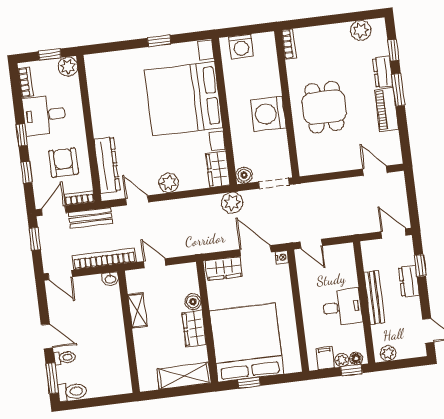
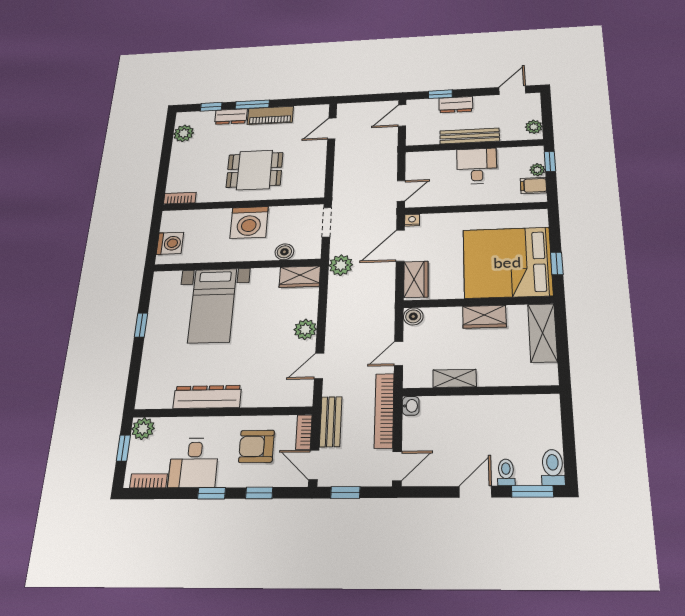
bed with nightstands: (184, 99) -> (212, 305), width x0.54
dresser: (107, 165) -> (207, 397), moved
boiler: (244, 175) -> (284, 252), moved
boiler: (193, 302) -> (413, 316), moved
floor lamp: (356, 358) -> (537, 156), removed

